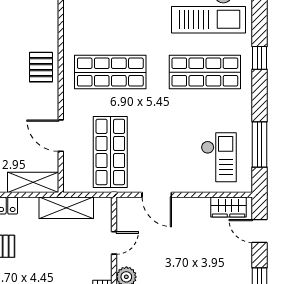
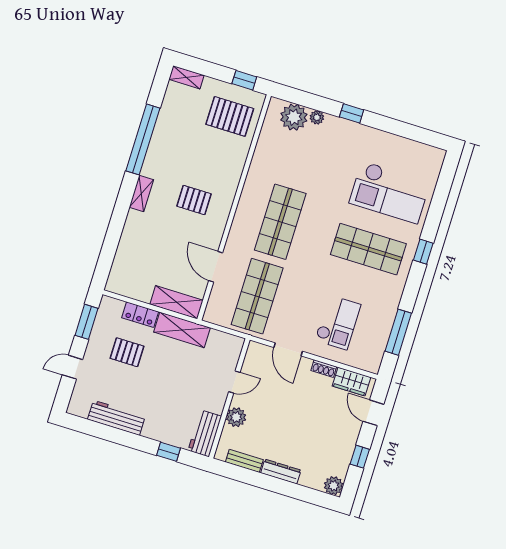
pallet: (41, 67) -> (194, 200), moved, turned 90
shop shelf: (110, 72) -> (280, 222), turned 90
checkout: (219, 157) -> (338, 322), moved
shoe rack: (197, 203) -> (324, 369), added
shelving: (66, 208) -> (182, 330), moved

